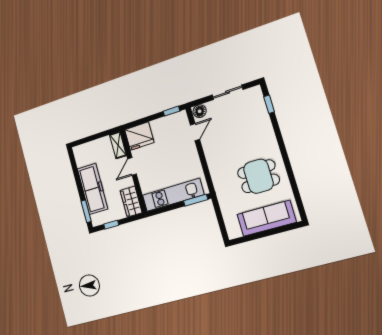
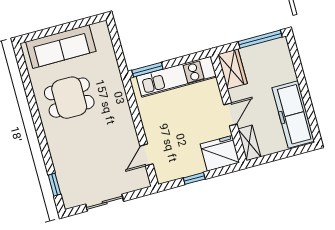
window: (171, 111) -> (194, 178), moved
floor lamp: (200, 111) -> (140, 181), removed
freezer: (93, 189) -> (293, 114), moved
window: (86, 211) -> (295, 57), removed
window: (111, 225) -> (260, 39), width x2.17

